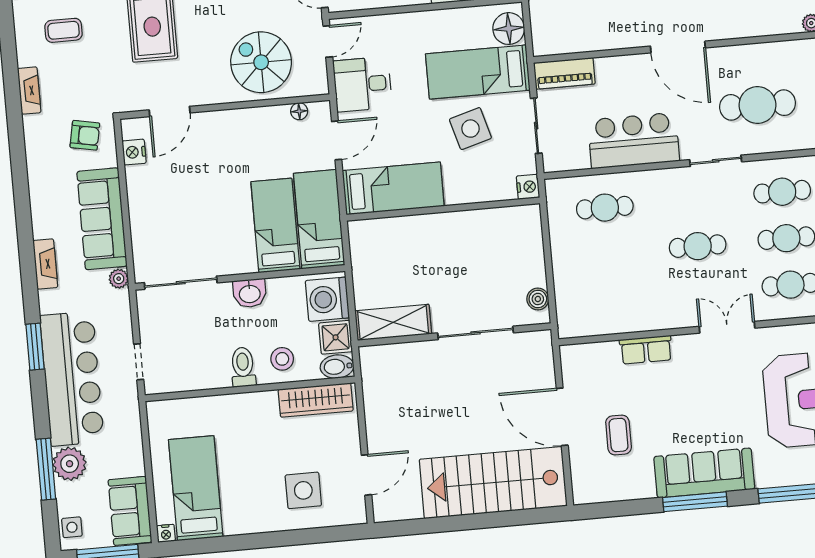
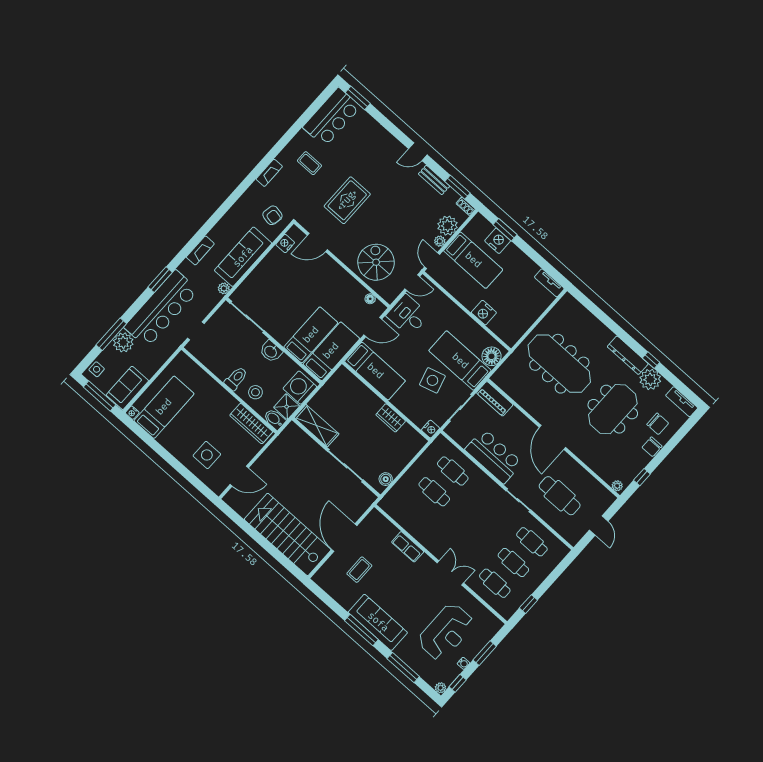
wardrobe: (468, 223) -> (391, 418), added
cafe table: (698, 246) -> (434, 492), moved

